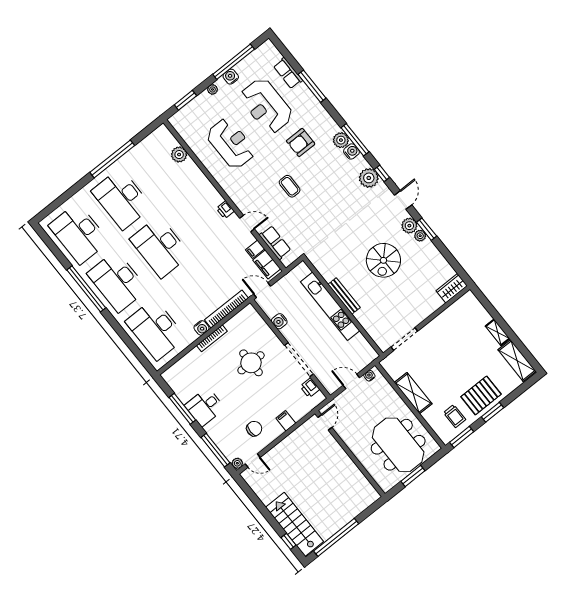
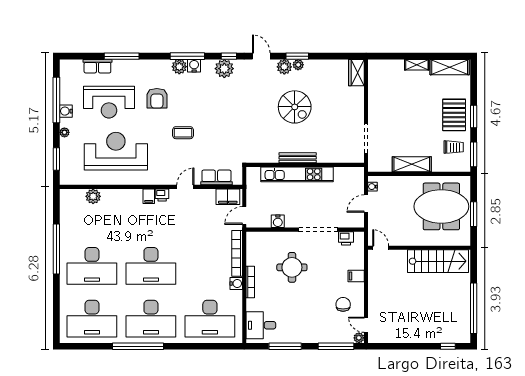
reception desk: (231, 144) -> (116, 151), width x1.36, depth x1.30
filing cabinet: (255, 249) -> (149, 196), moved
desk: (205, 407) -> (261, 325), moved, turned 90
door: (253, 461) -> (366, 325), swing flipped
stairs: (295, 524) -> (438, 261), moved, turned 180

